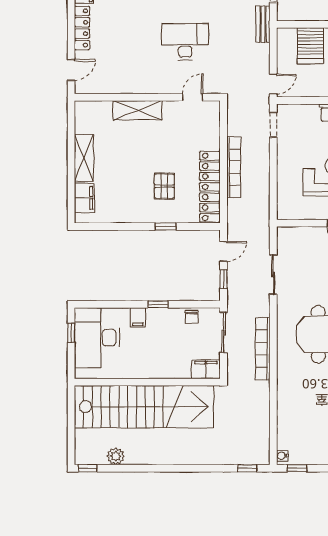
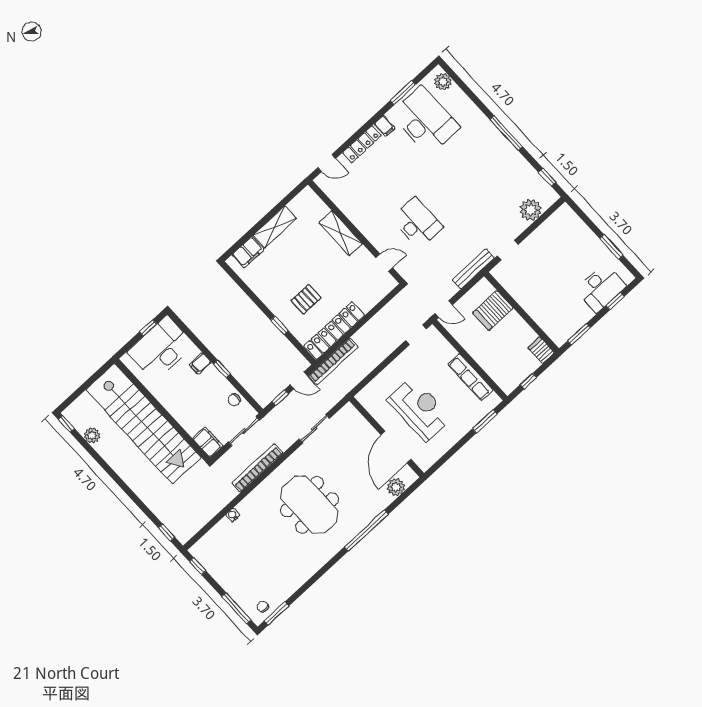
bench: (263, 24) -> (473, 269), width x1.36
bookcase: (234, 167) -> (333, 361), moved
water cooler: (282, 456) -> (233, 515), moved

